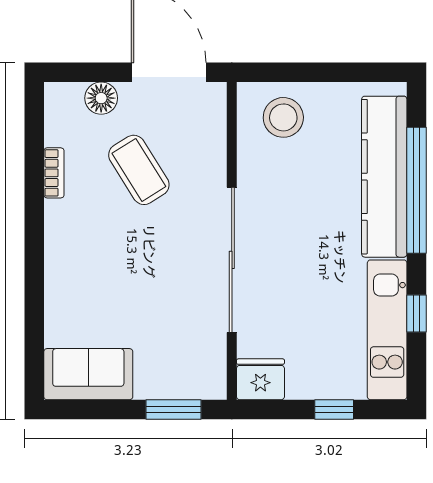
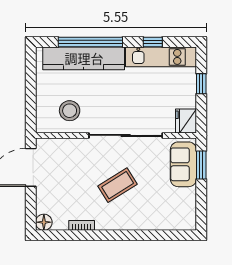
floor lamp: (101, 98) -> (44, 222), moved
stool: (283, 117) -> (70, 111), moved
coffee table: (139, 170) -> (118, 185), moved
sofa: (88, 374) -> (183, 164), moved

